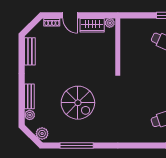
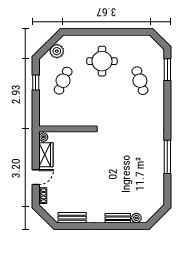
spiral stairs: (78, 103) -> (124, 169), removed
plant: (42, 134) -> (155, 205), removed
window: (77, 145) -> (167, 157), moved

